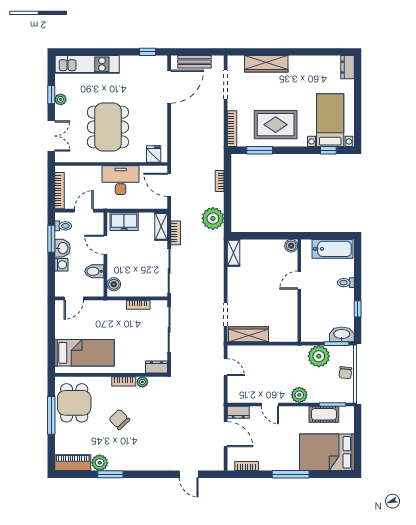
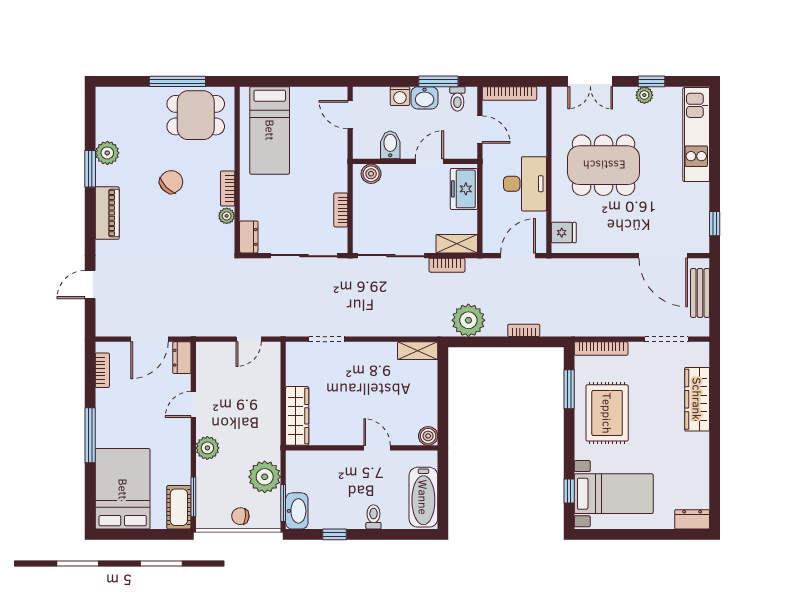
wardrobe: (249, 334) -> (297, 416), moved
cot: (324, 414) -> (179, 507), moved
piano: (73, 463) -> (107, 213), moved

